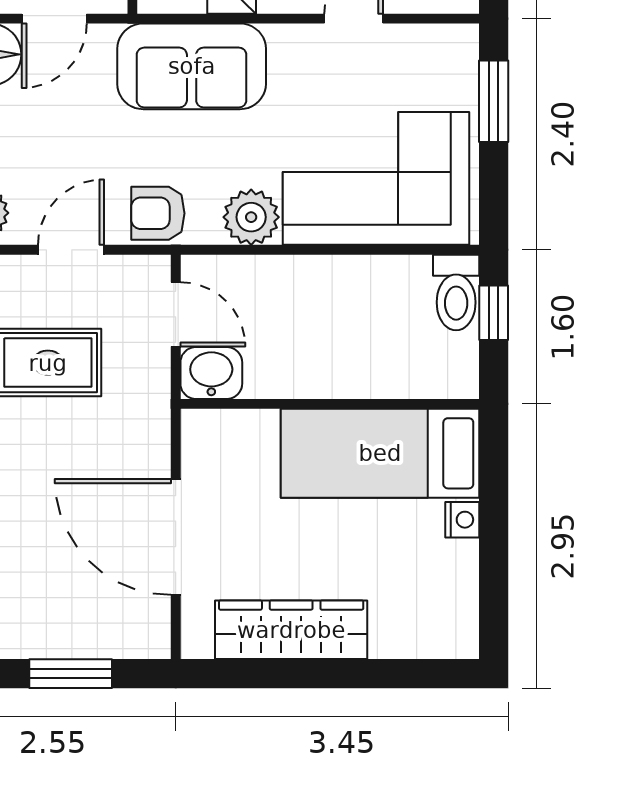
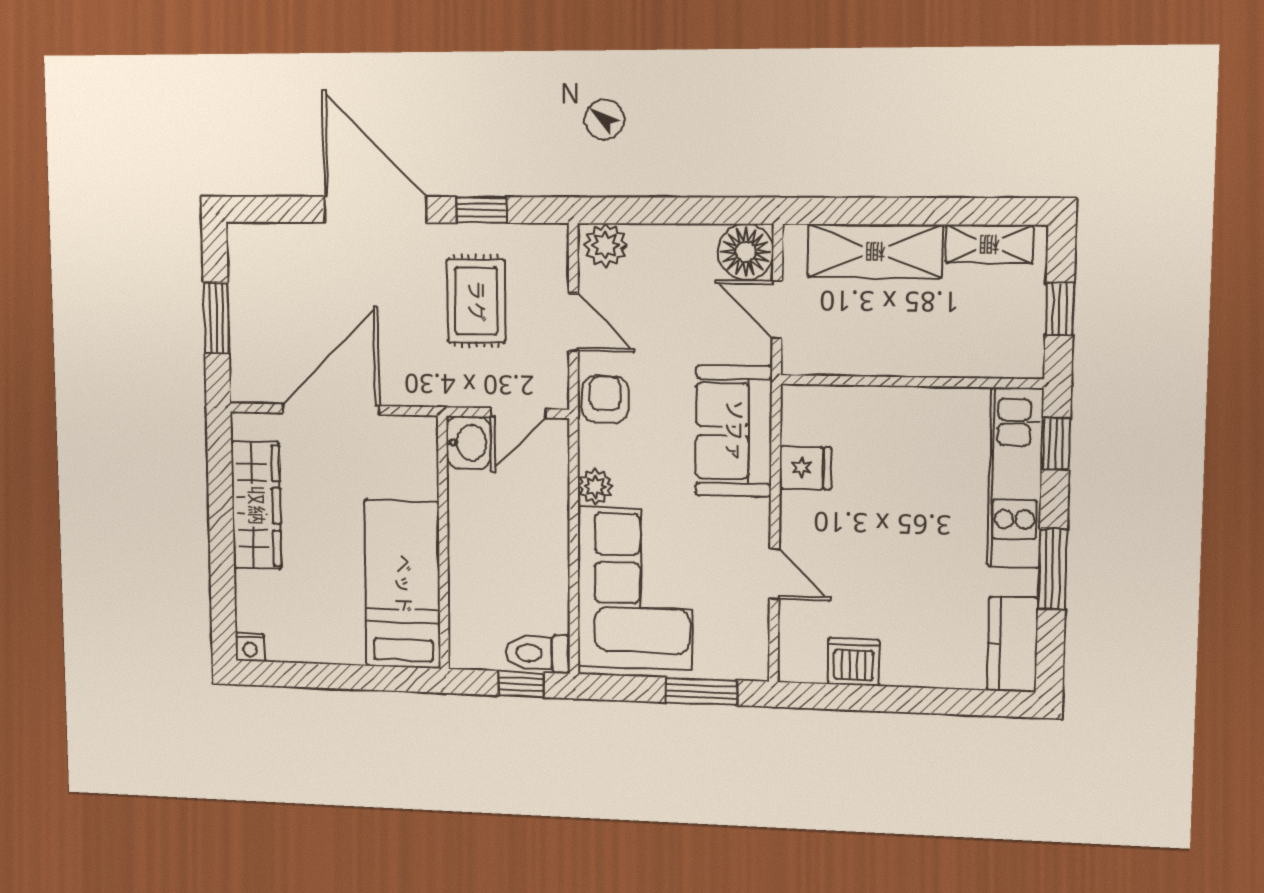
plant: (251, 217) -> (595, 486), width x0.73, depth x0.73
nightstand: (462, 520) -> (250, 647), moved

